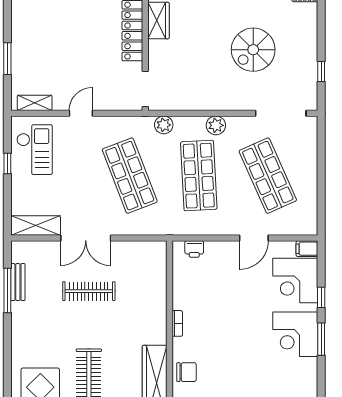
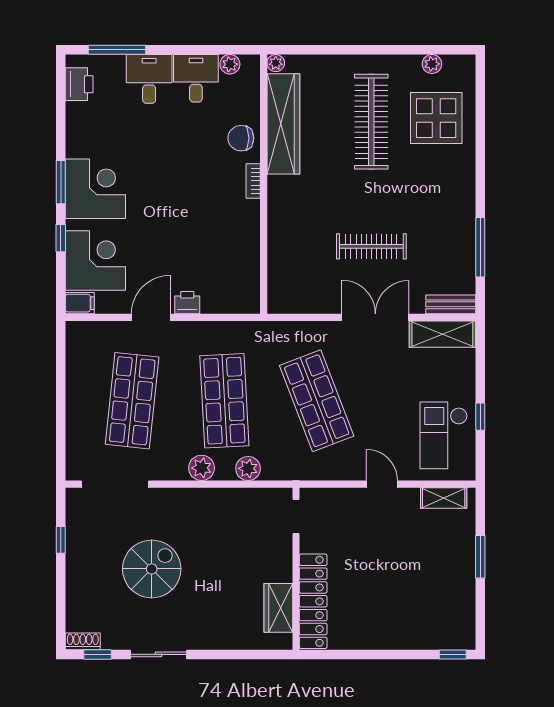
doorway: (145, 89) -> (296, 516), width x0.73
door: (81, 113) -> (382, 484), swing flipped
plant: (164, 125) -> (248, 468), moved
shop shelf: (268, 176) -> (132, 401), turned 30
printer: (194, 249) -> (187, 303), moved
bench: (18, 282) -> (451, 304), moved, turned 90
bookcase: (177, 323) -> (253, 181), moved

